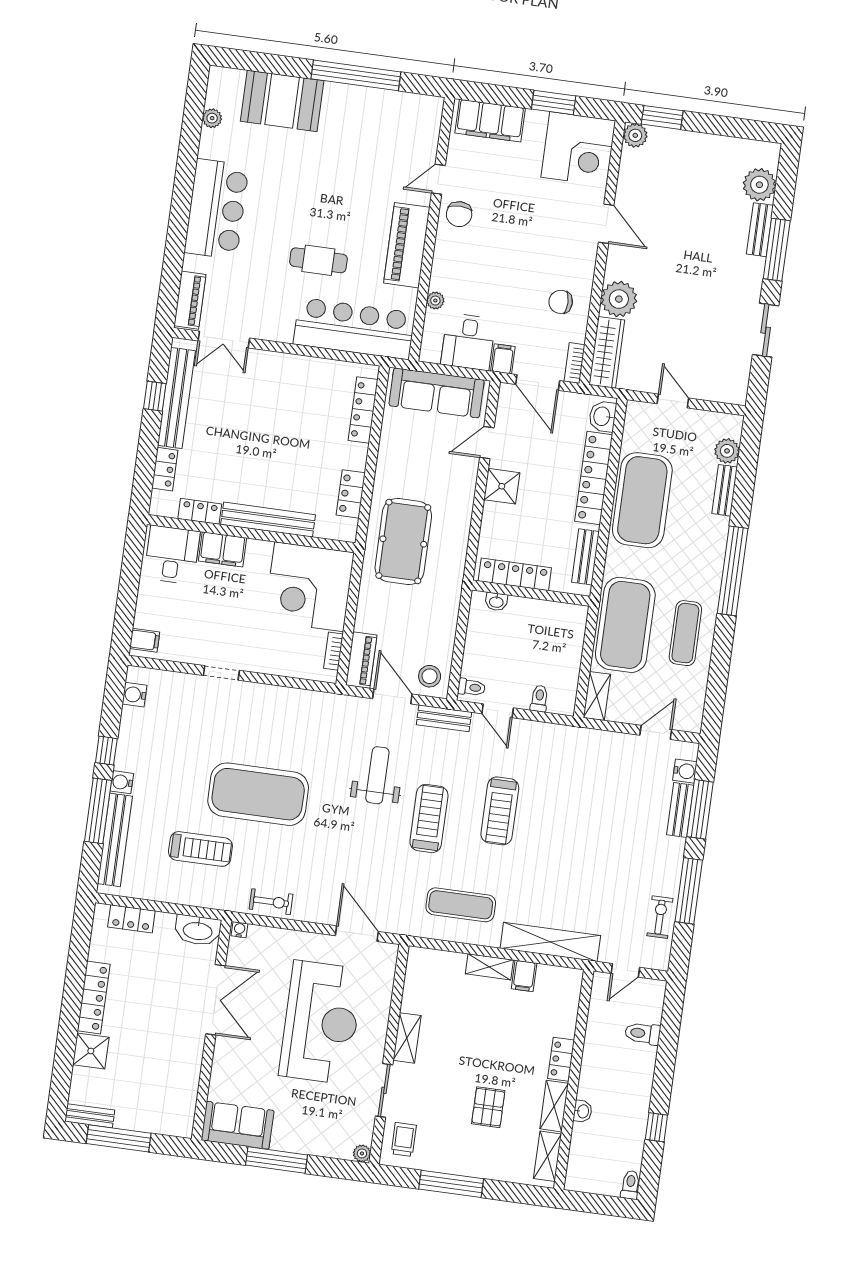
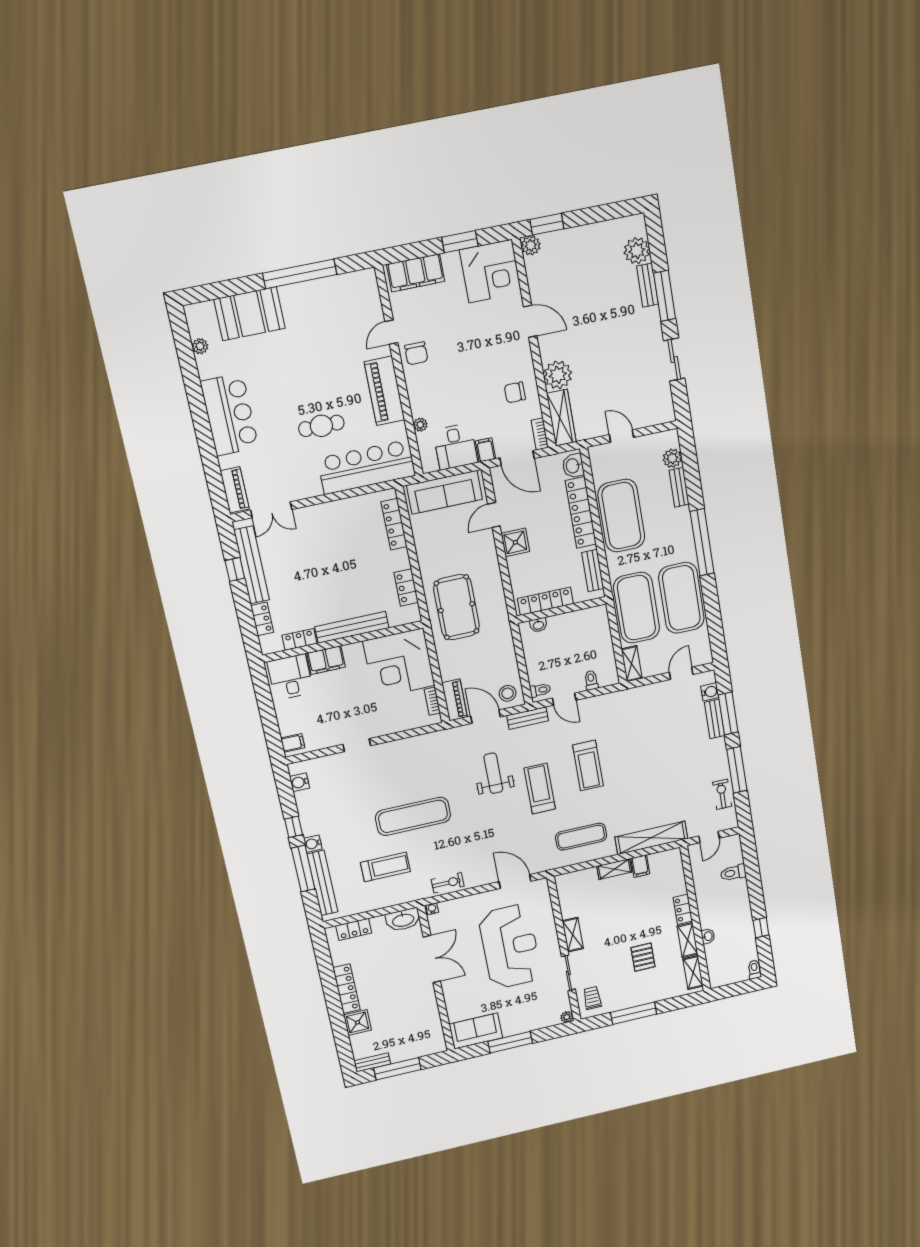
exercise mat: (685, 633) -> (681, 598), width x2.00, depth x1.45
exercise mat: (258, 794) -> (413, 816), width x0.68

